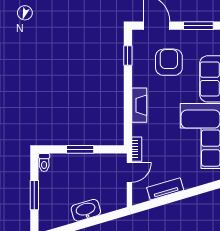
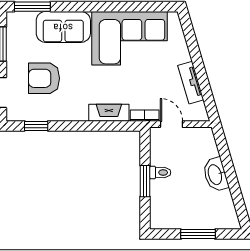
fireplace: (139, 105) -> (109, 113), moved
toilet: (44, 163) -> (160, 173), moved

